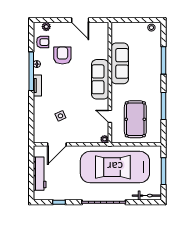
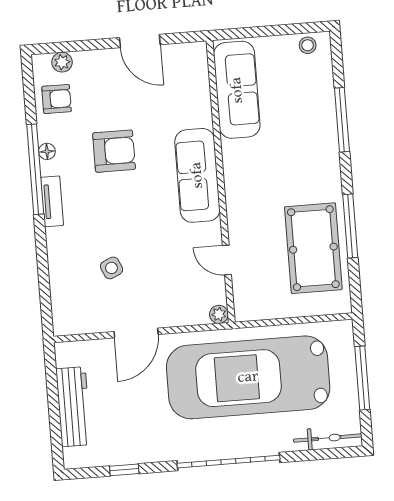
armchair: (62, 55) -> (114, 151), moved, turned 90
sofa: (120, 63) -> (237, 90), moved
pool table: (135, 119) -> (313, 248), moved
door: (57, 144) -> (136, 333), moved

